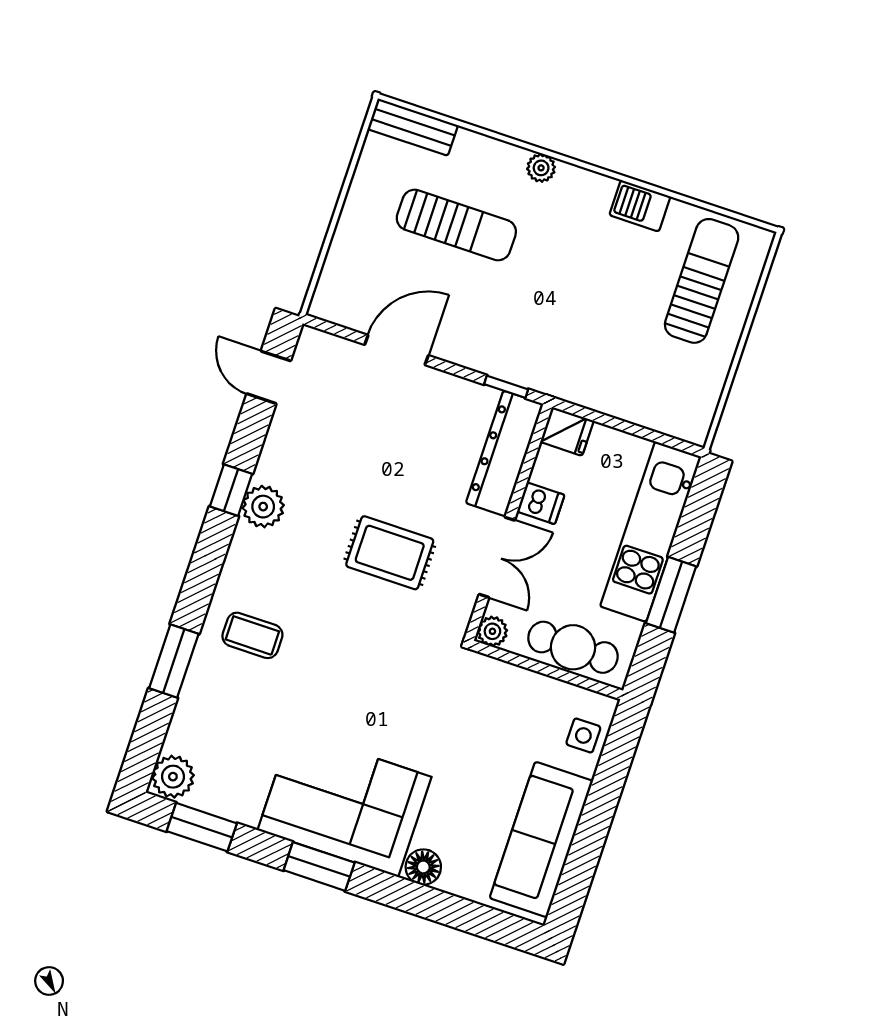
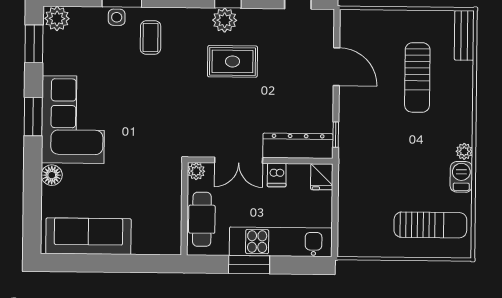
plant: (541, 168) -> (464, 151), moved
rug: (390, 553) -> (232, 61), moved, turned 90
side table: (583, 735) -> (117, 17), moved

